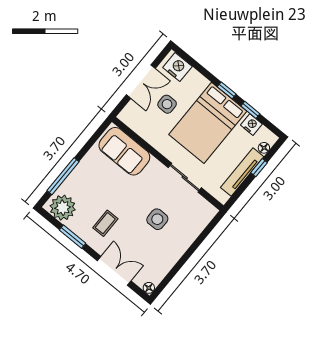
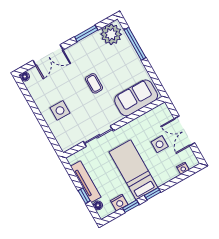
nightstand: (177, 67) -> (183, 168), width x0.53, depth x0.56
bed: (208, 123) -> (133, 170), width x0.67
side table: (157, 219) -> (60, 110), moved
coffee table: (105, 223) -> (94, 83), moved

